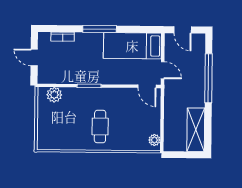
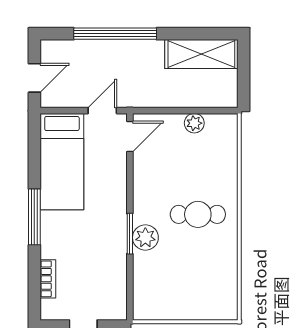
plant: (54, 95) -> (145, 238), moved
plant: (154, 140) -> (194, 123), moved

